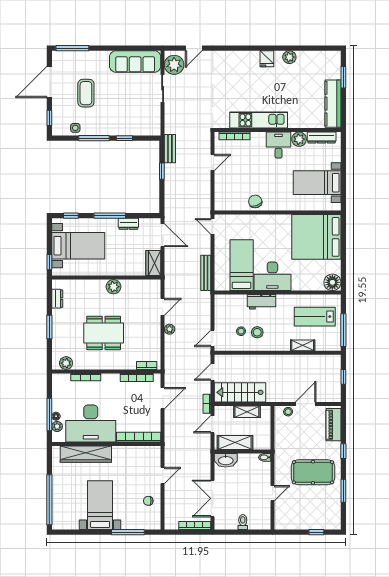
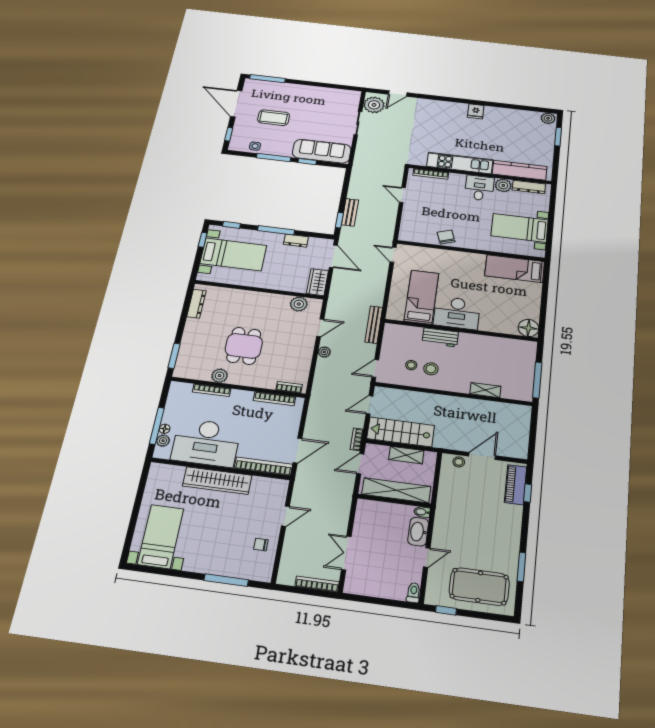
plant: (289, 57) -> (548, 118), moved
sofa: (135, 62) -> (322, 151), moved, turned 180
door: (49, 82) -> (236, 104), hinge flipped
coffee table: (86, 93) -> (274, 118), turned 90
kitchen counter: (333, 104) -> (520, 170), moved, turned 90
bench: (170, 149) -> (350, 212), moved
door: (213, 163) -> (402, 195), swing flipped
window: (162, 171) -> (339, 220), moved
bed: (316, 237) -> (515, 269), width x0.49
window: (49, 262) -> (203, 240), moved
bench: (206, 273) -> (374, 325), moved
plant: (113, 287) -> (299, 304), moved
dresser: (57, 299) -> (196, 304), width x1.44
lab bench: (315, 317) -> (503, 361), removed
window: (49, 327) -> (174, 356), moved
dining table: (104, 333) -> (244, 346), width x0.73
plant: (66, 363) -> (220, 376), moved
window: (343, 377) -> (533, 431), removed
door: (163, 398) -> (298, 451), moved
shelving: (235, 442) -> (396, 490), width x1.47
window: (343, 451) -> (528, 493), moved
wardrobe: (86, 454) -> (217, 481), moved
washbasin: (226, 460) -> (418, 532), moved, turned 90
pool table: (313, 472) -> (479, 587), moved
double door: (213, 498) -> (346, 553), width x0.73
window: (49, 500) -> (132, 526), removed
bed with nightstands: (100, 505) -> (161, 536), moved
toilet: (243, 522) -> (413, 593), moved
window: (316, 532) -> (446, 610), moved

